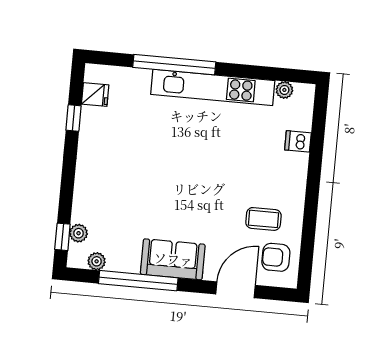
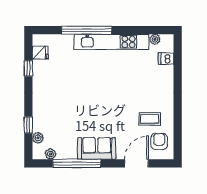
dishwasher: (298, 141) -> (166, 59), moved
window: (62, 237) -> (28, 125), moved
armchair: (276, 257) -> (159, 141), turned 90

